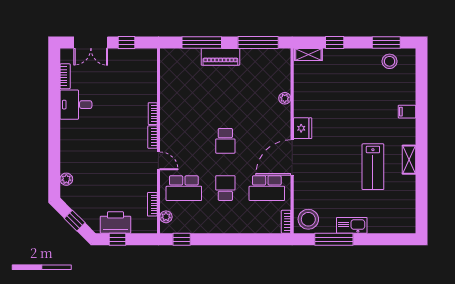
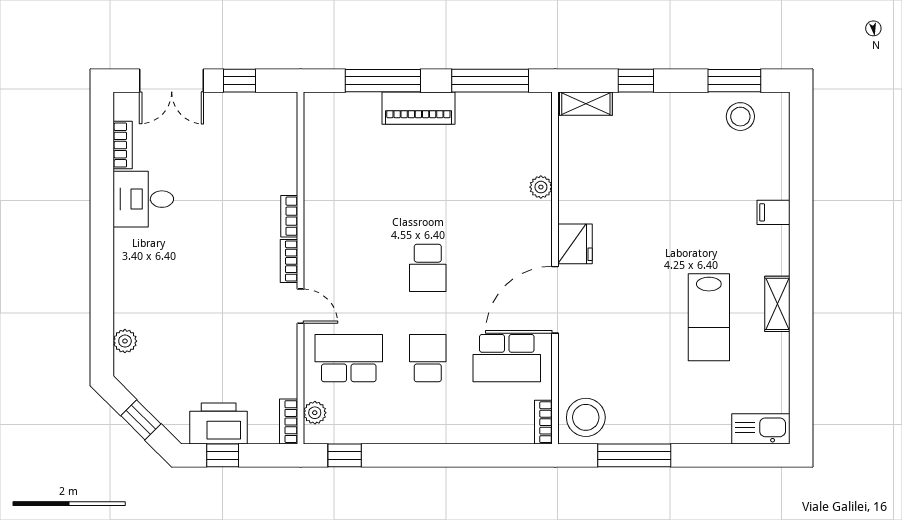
school desk: (184, 188) -> (349, 358), turned 180
bookcase: (152, 204) -> (289, 422), moved
kitchen sink: (352, 225) -> (761, 429), moved

